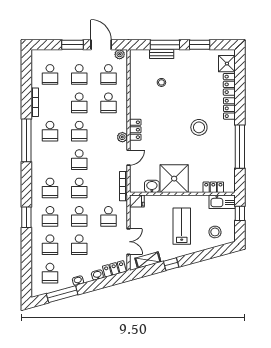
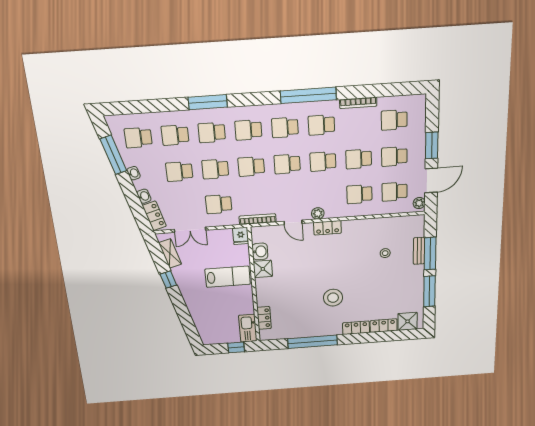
window: (200, 45) -> (430, 291), width x1.44
school desk: (50, 160) -> (285, 127), added
shower: (174, 179) -> (263, 269), width x0.54, depth x0.54
window: (26, 217) -> (208, 102), width x1.44
lab bench: (182, 226) -> (228, 277), moved
stool: (215, 232) -> (212, 323), removed

